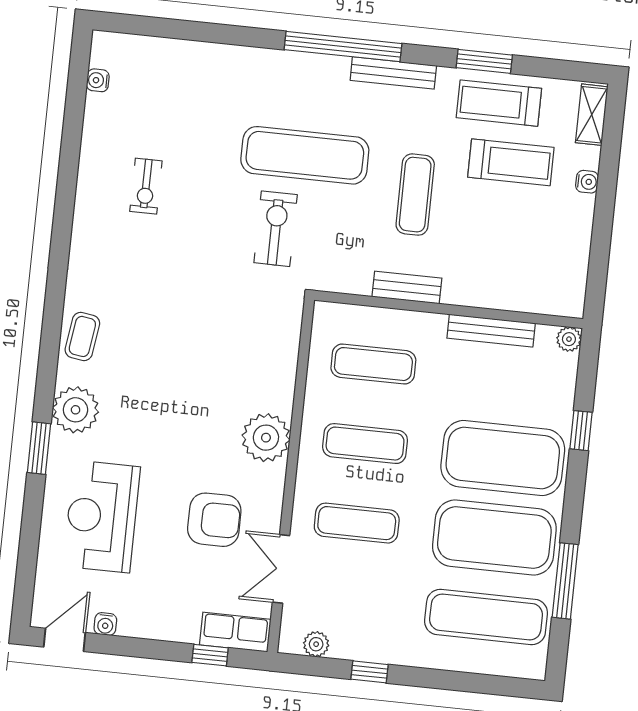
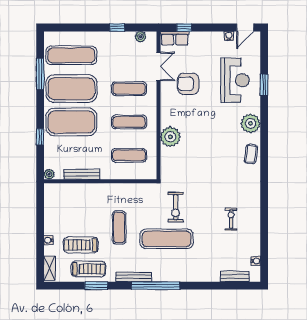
bench: (407, 287) -> (235, 276), moved
plant: (266, 438) -> (170, 137), moved
window: (39, 448) -> (264, 85), moved

